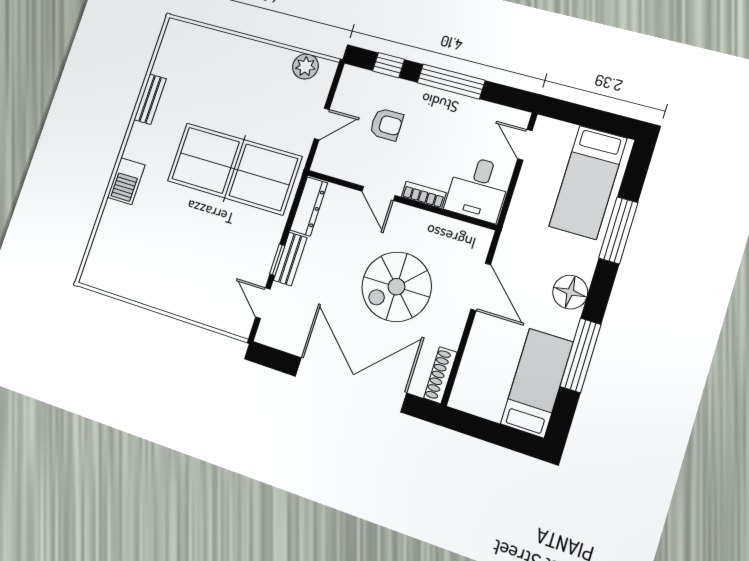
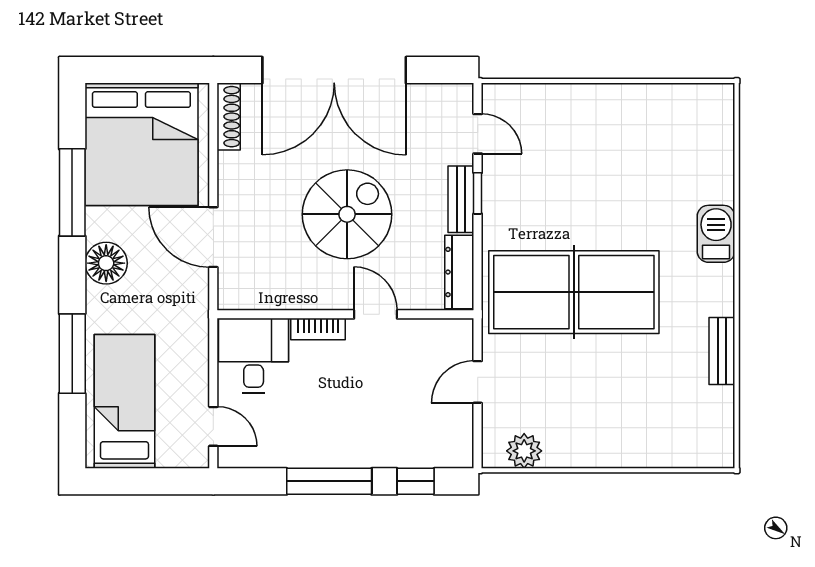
armchair: (387, 124) -> (394, 404), removed
spiral stairs: (397, 287) -> (347, 214), moved
bed: (537, 383) -> (141, 144), width x2.04

